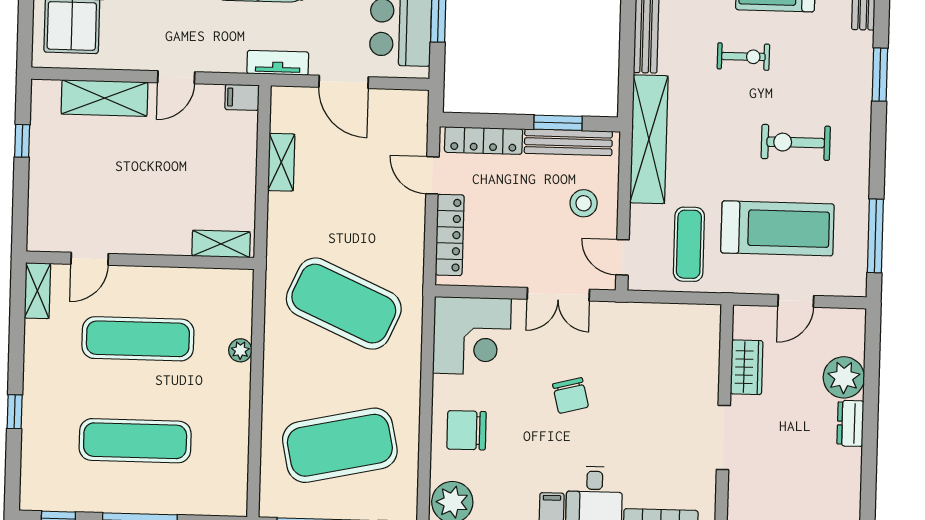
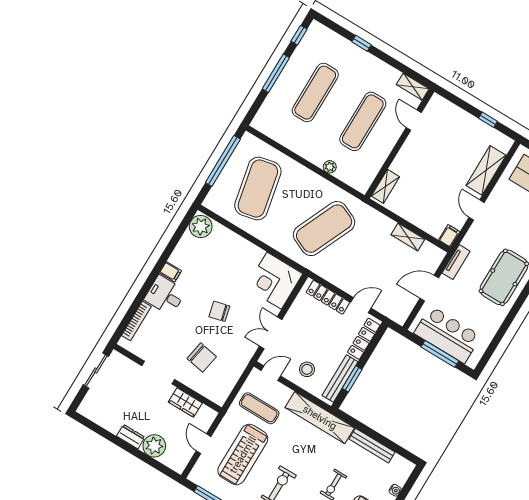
chair: (467, 430) -> (202, 358), moved, turned 100

